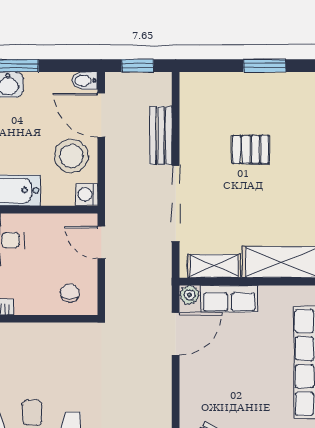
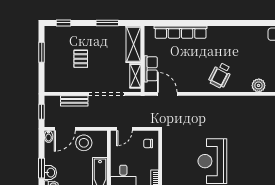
washing machine: (87, 194) -> (102, 136), removed
plant: (189, 295) -> (149, 87), removed

